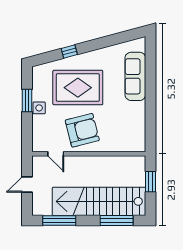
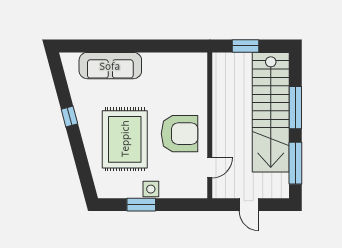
window: (69, 52) -> (69, 117), moved
armchair: (82, 130) -> (180, 134), turned 104
window: (117, 220) -> (295, 108), moved

